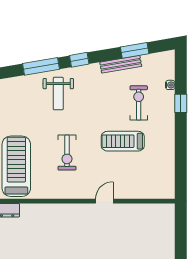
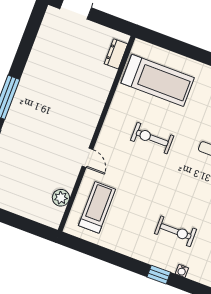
treadmill: (123, 141) -> (97, 207), moved
plant: (147, 211) -> (61, 198), added

